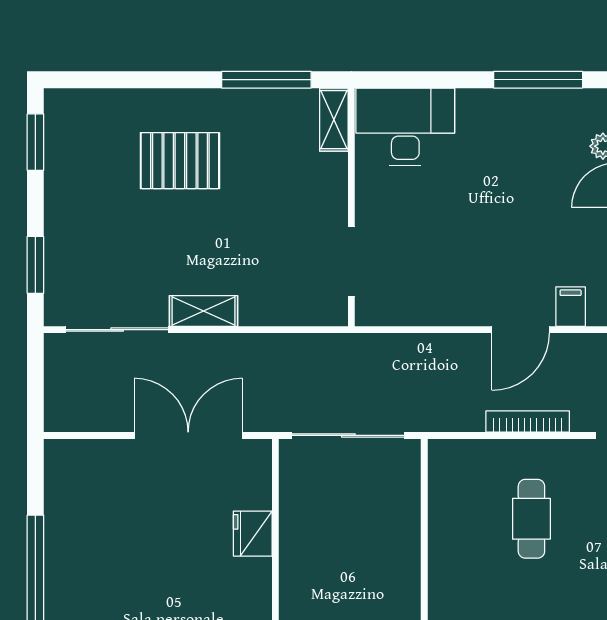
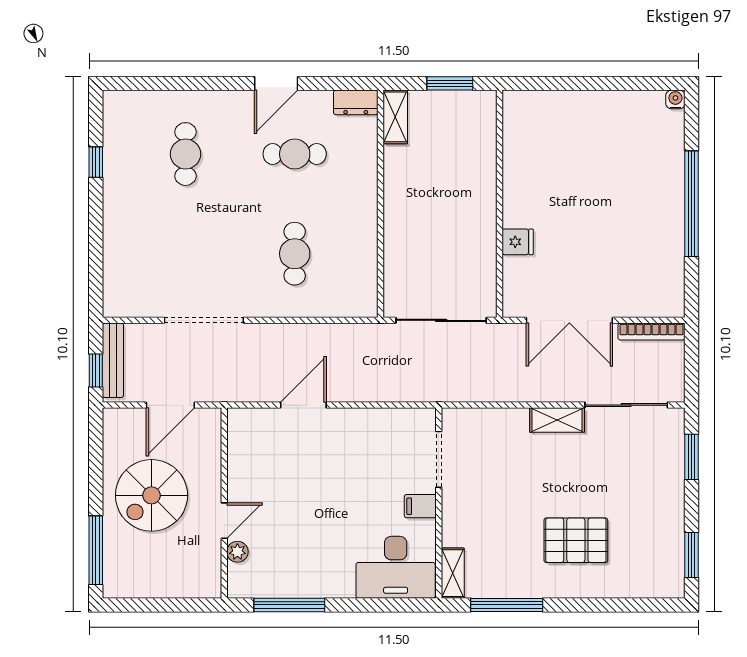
filing cabinet: (571, 307) -> (420, 506), moved, turned 90
bookcase: (528, 421) -> (652, 332), moved
fridge: (253, 534) -> (518, 242), width x0.72

